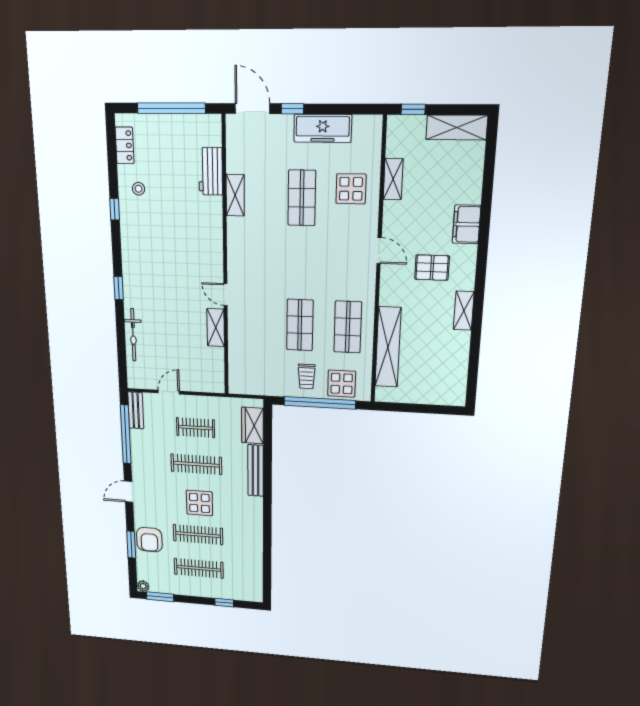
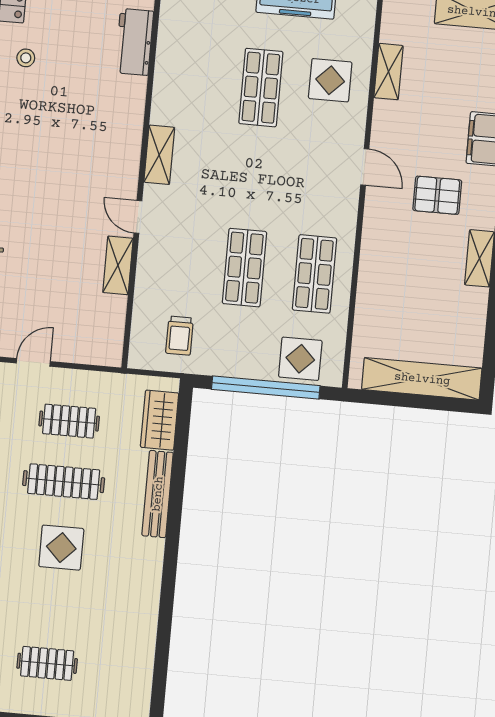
shelving: (235, 195) -> (159, 155), moved
shelving: (388, 347) -> (422, 379), moved, turned 90
trolley: (307, 376) -> (180, 336), moved
clothes rail: (198, 535) -> (53, 603), removed
clothes rail: (199, 568) -> (47, 663), width x0.73

